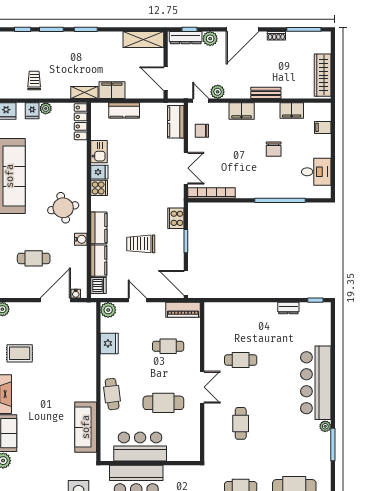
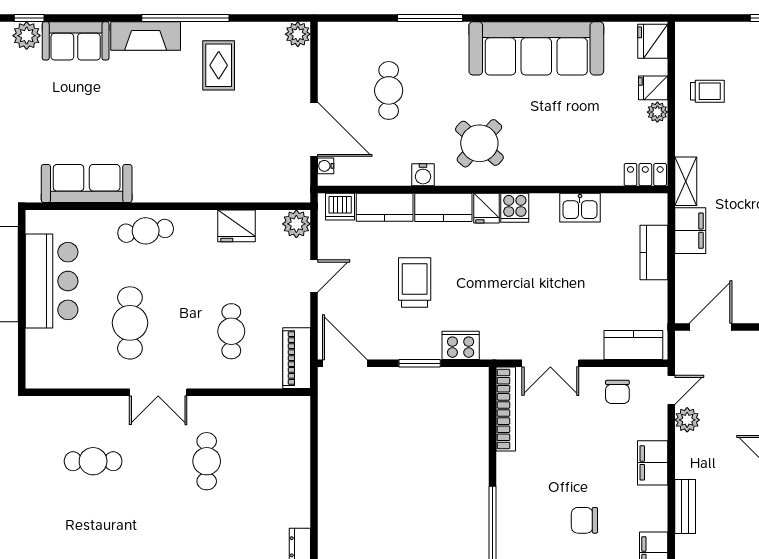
locker: (81, 122) -> (645, 175), width x0.66
chair: (202, 131) -> (617, 392), turned 180
fridge: (99, 172) -> (486, 208), moved
round table: (63, 208) -> (479, 143), turned -36
door: (186, 283) -> (345, 363), hinge flipped

